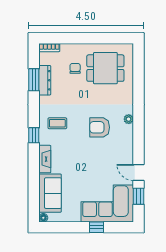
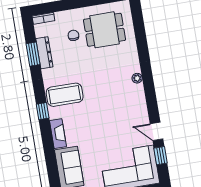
coffee table: (57, 123) -> (65, 95), width x1.86, depth x1.72
armchair: (100, 127) -> (109, 92), removed

